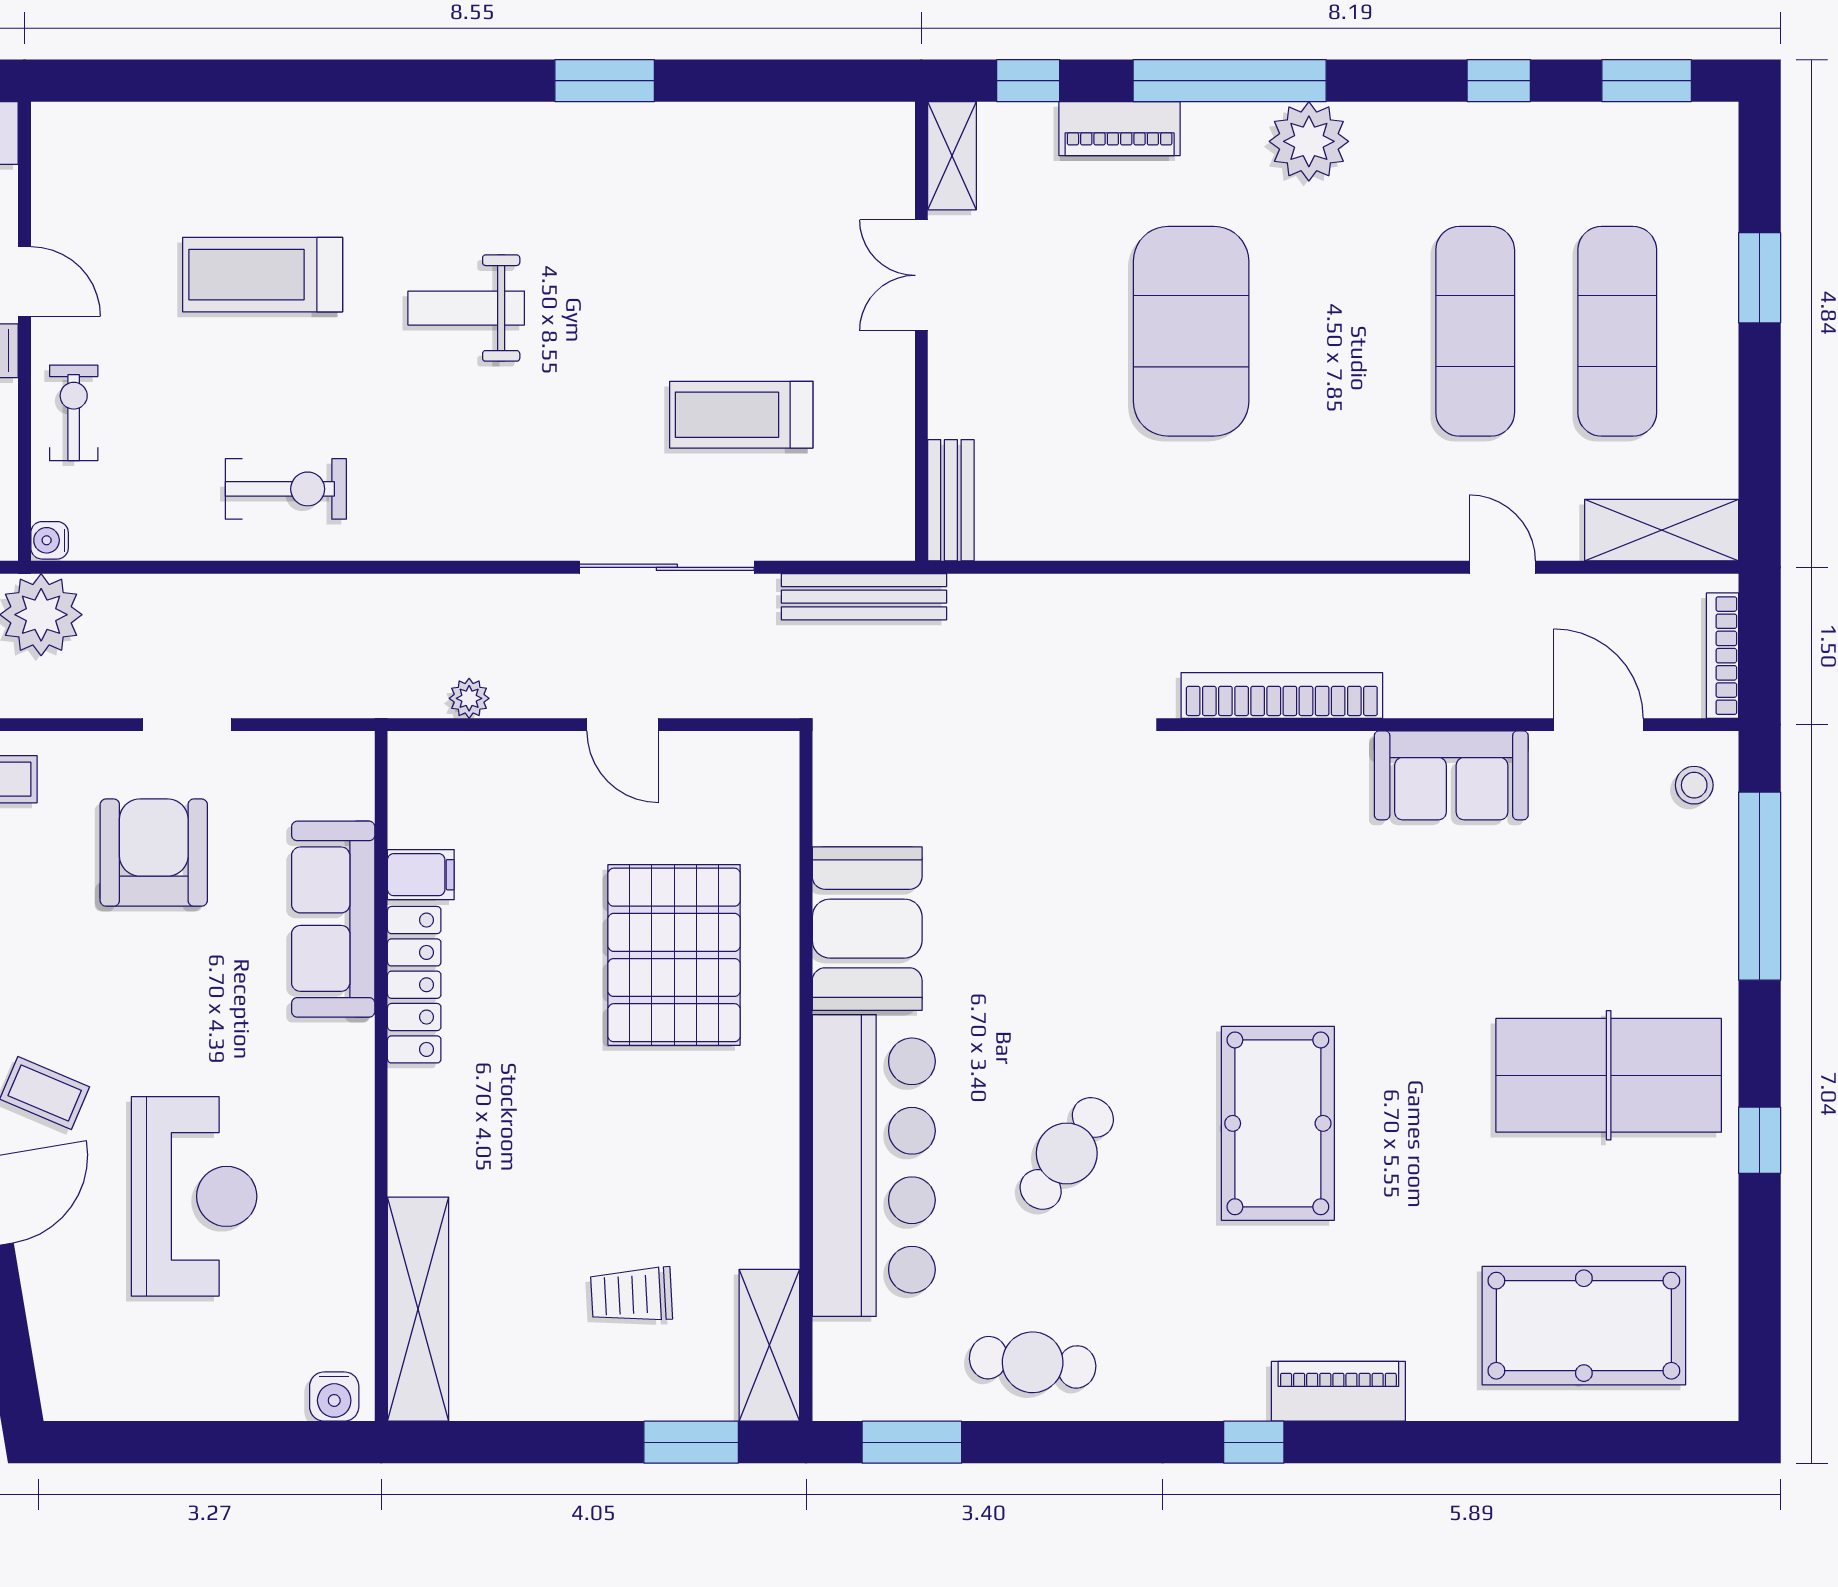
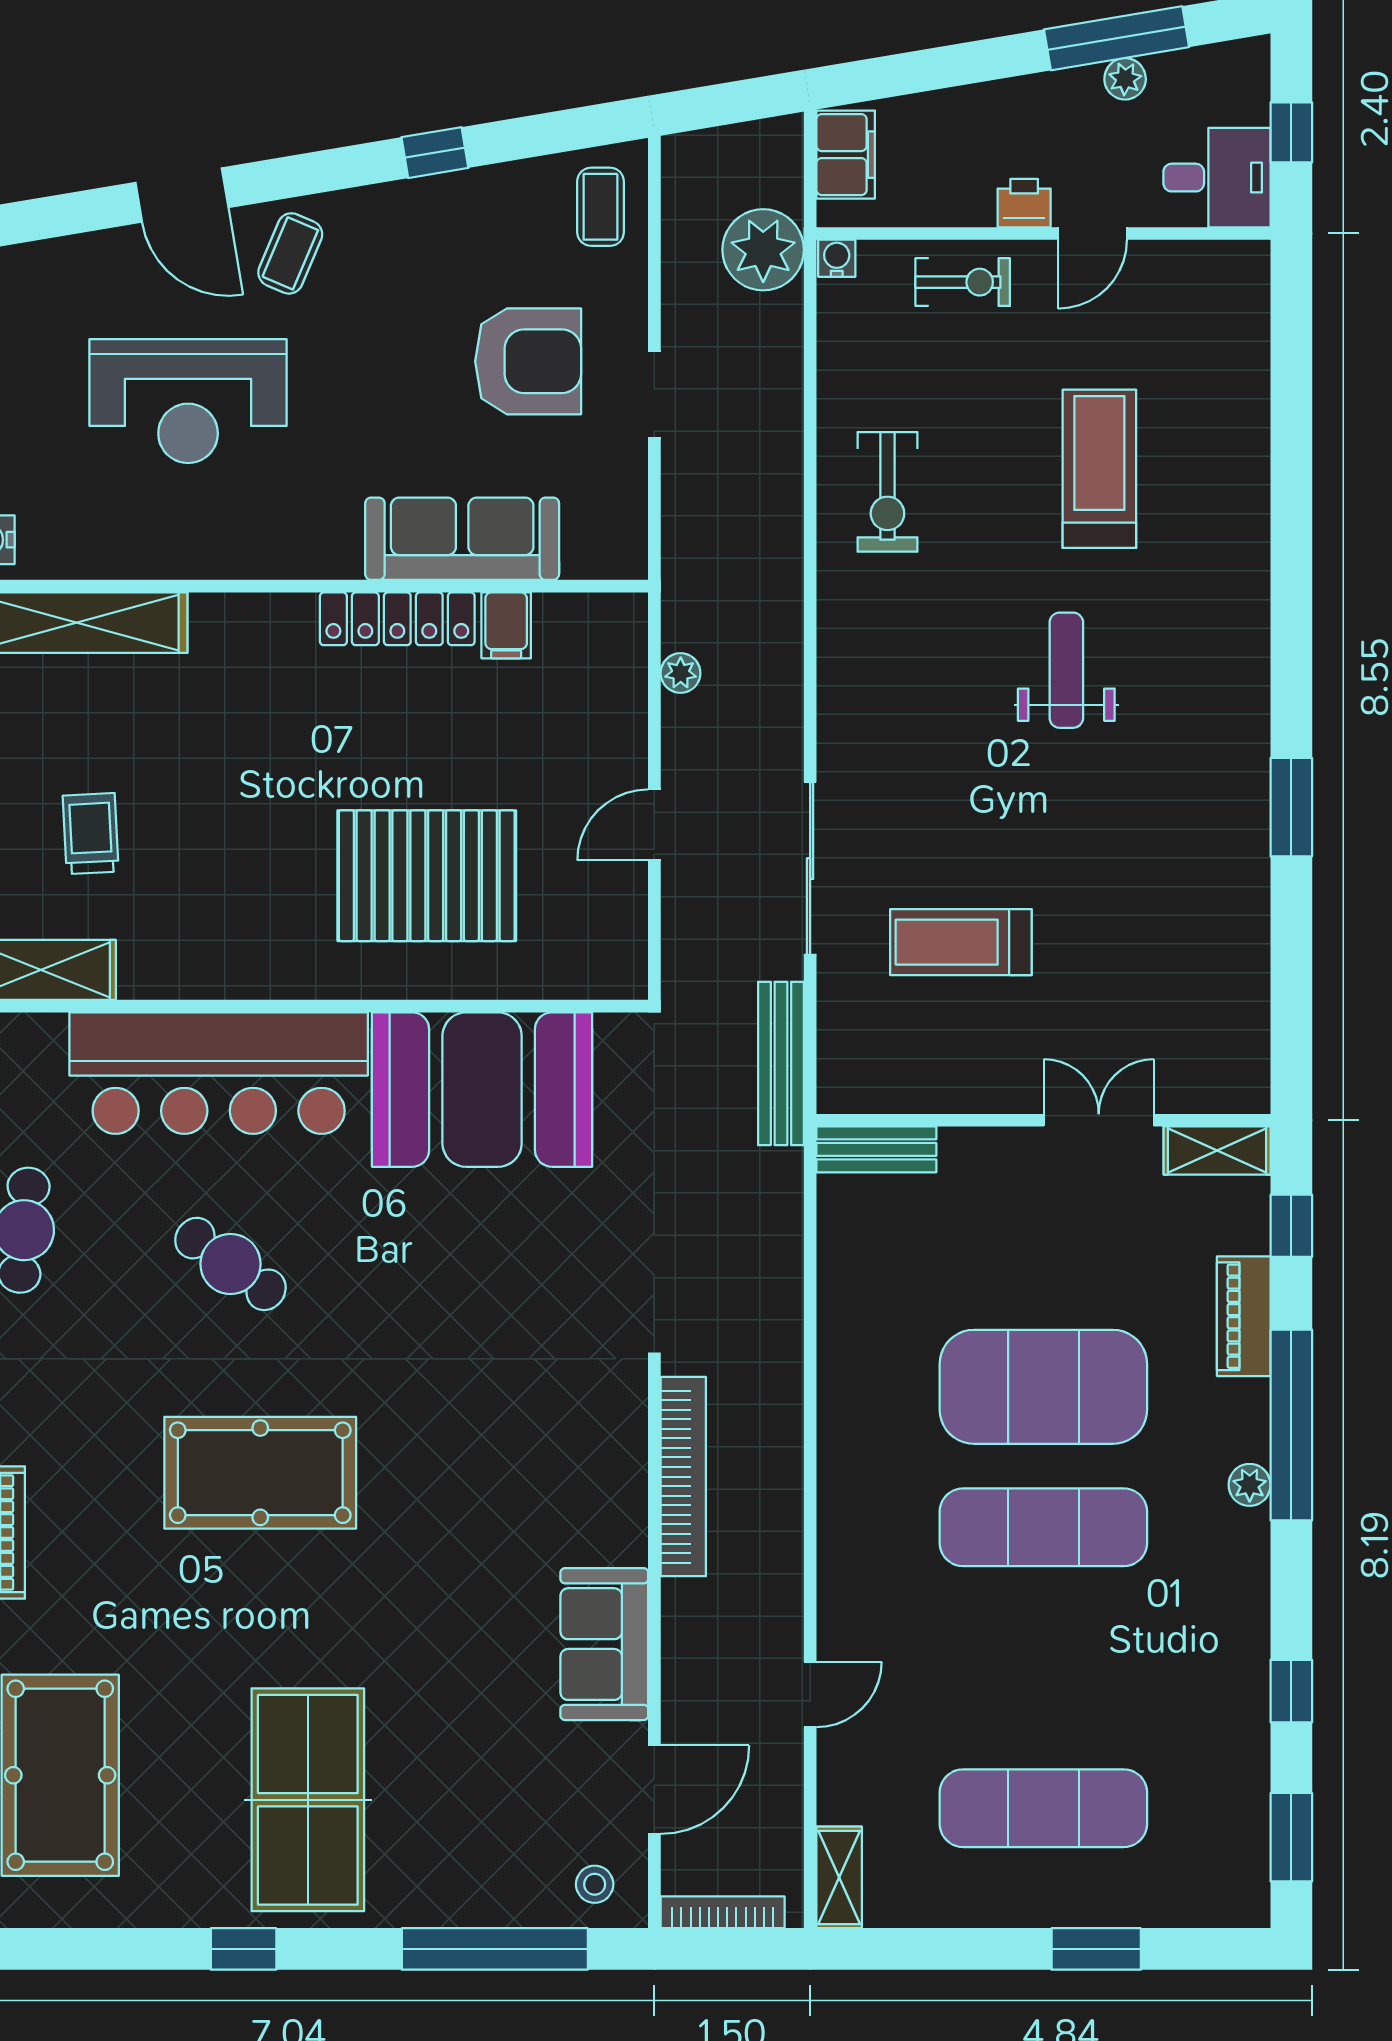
plant: (1309, 141) -> (1250, 1485), width x0.53, depth x0.53
exercise mat: (1475, 331) -> (1043, 1527), moved
treadmill: (741, 415) -> (961, 942), turned -90
shelving: (1662, 530) -> (839, 1877), width x0.67, depth x0.75
booth: (867, 929) -> (482, 1090), width x1.36, depth x1.42

